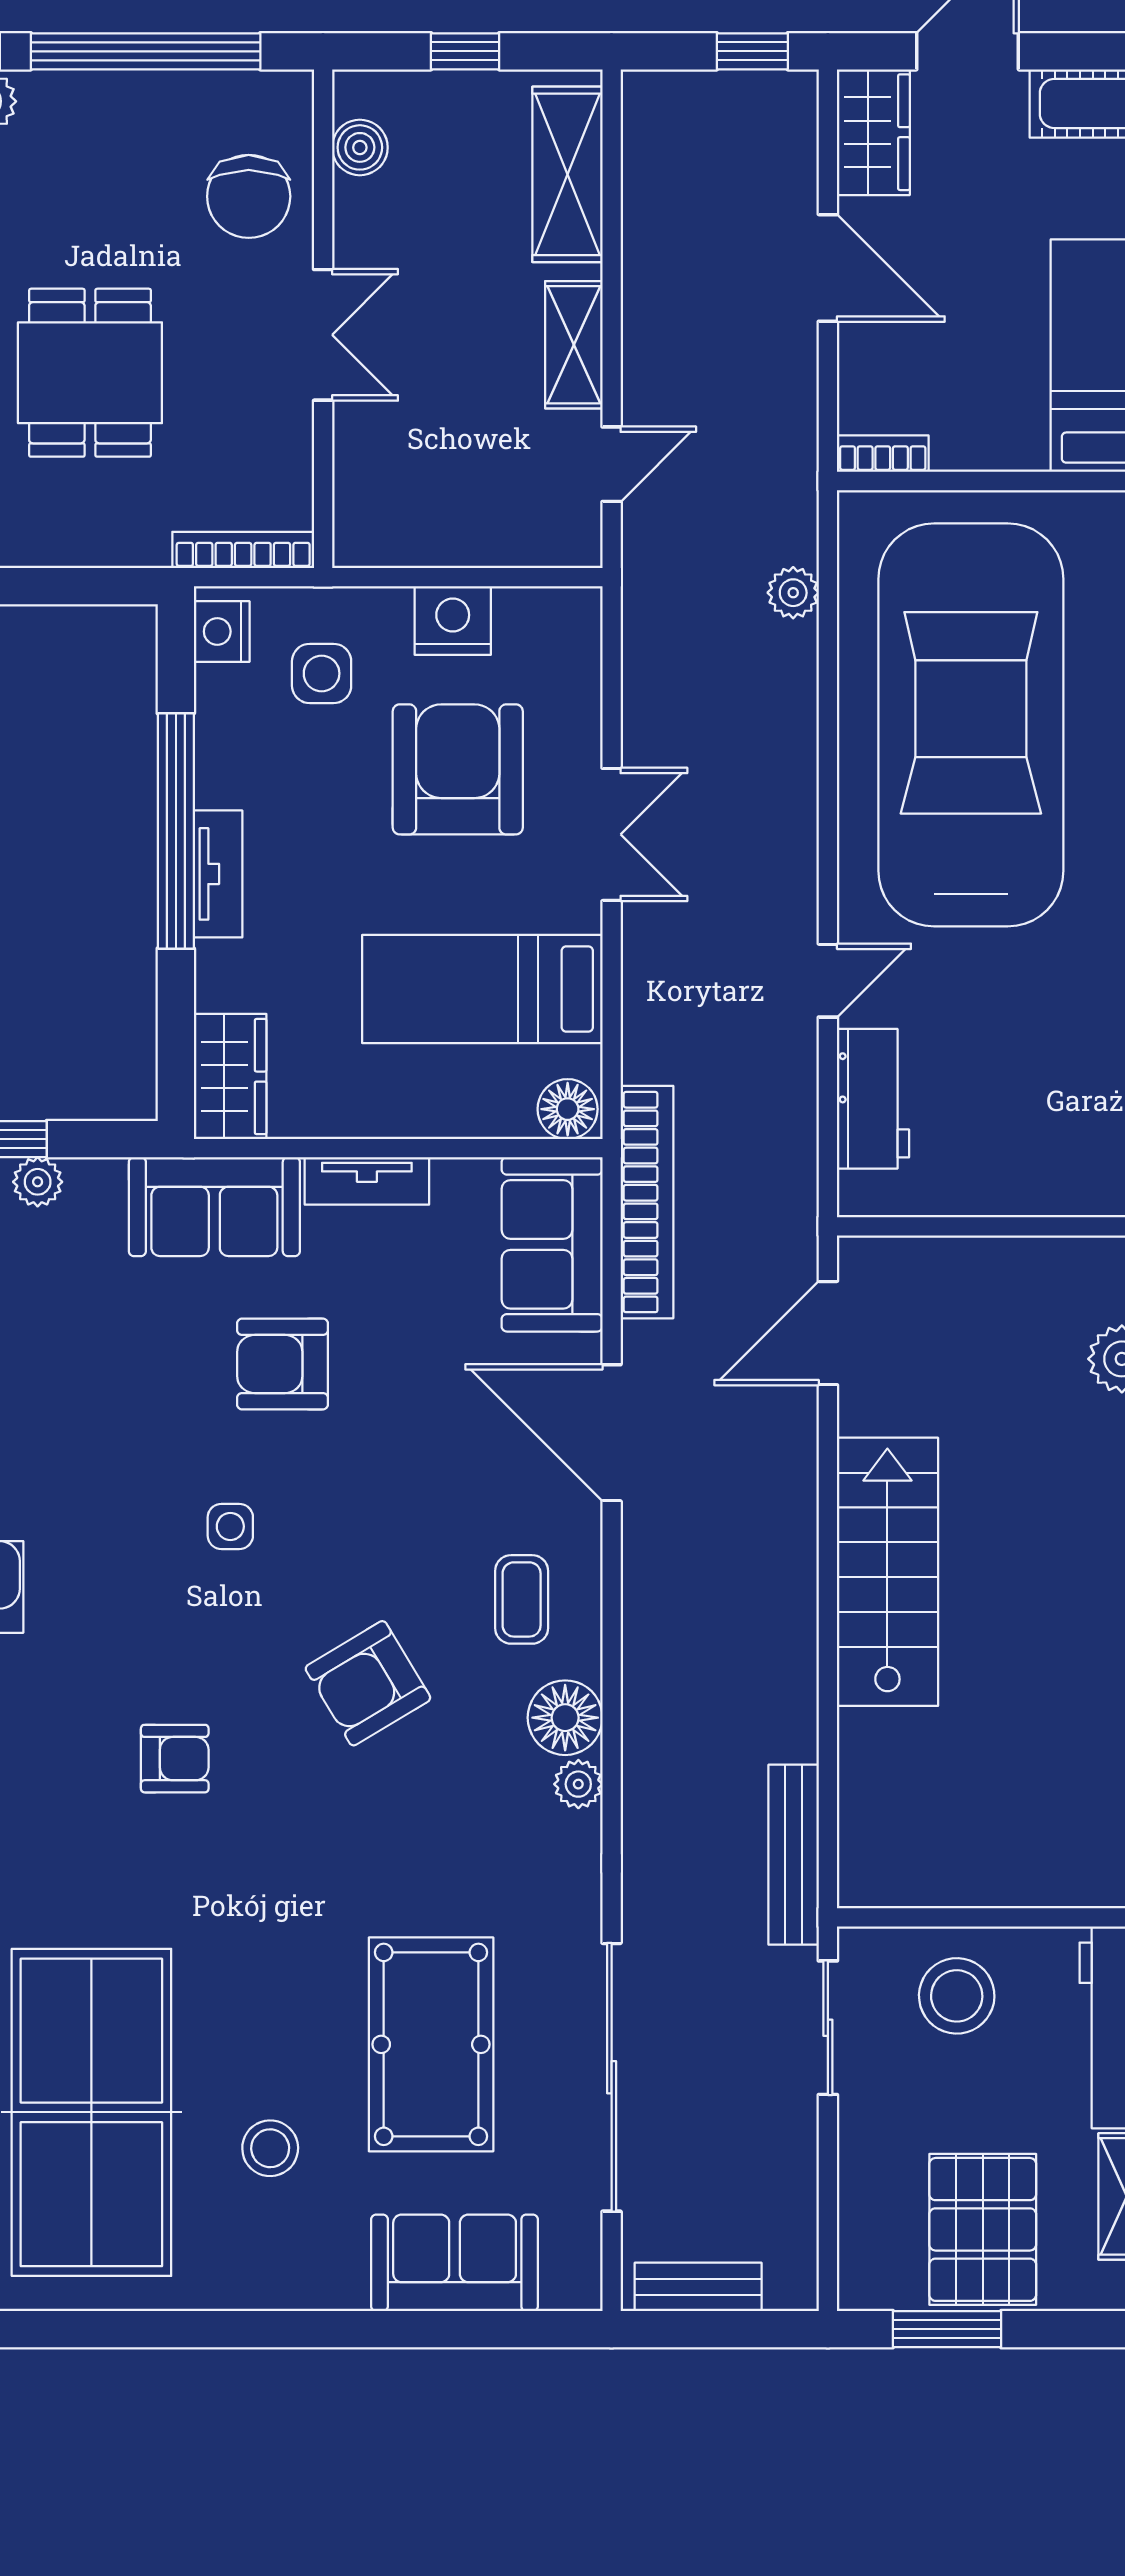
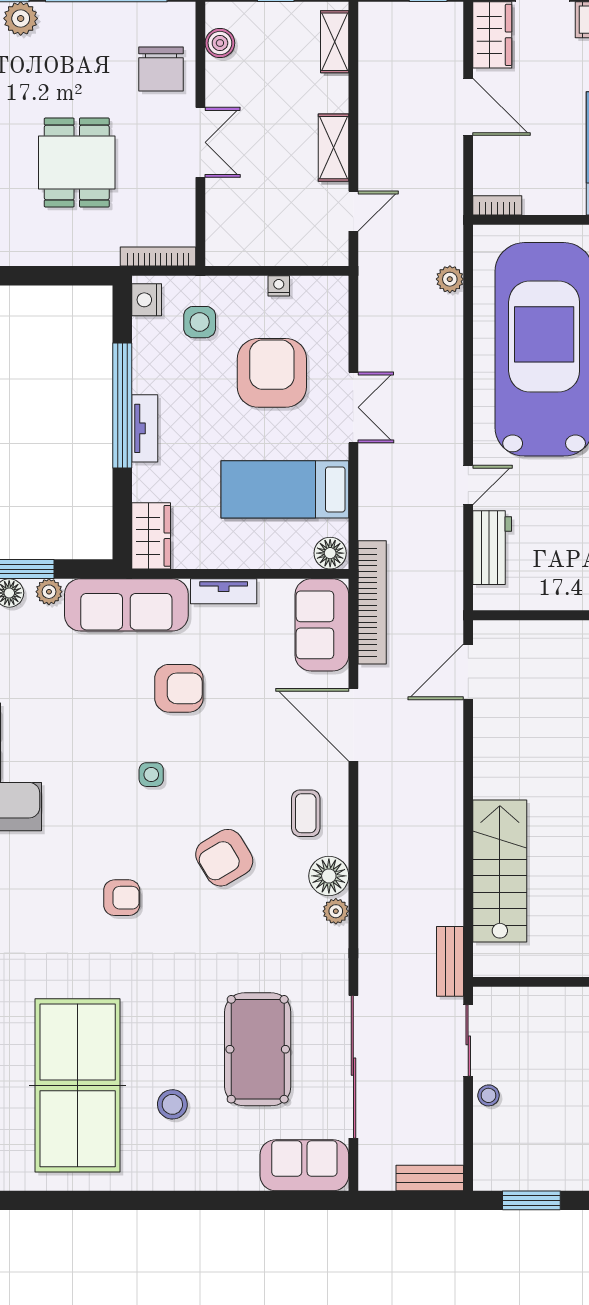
shelving: (567, 174) -> (335, 42), width x0.67, depth x0.75
nightstand: (453, 620) -> (279, 286), width x0.53, depth x0.56
sofa: (214, 1207) -> (126, 605), width x1.36
armchair: (282, 1364) -> (179, 688), turned 180
stairs: (887, 1572) -> (500, 871), moved
bench: (794, 1855) -> (450, 961), width x0.73
stool: (957, 1996) -> (489, 1095), moved, width x0.53, depth x0.53
pallet: (983, 2229) -> (550, 1147), removed
sofa: (455, 2263) -> (304, 1165), moved
bench: (698, 2287) -> (430, 1178), moved

